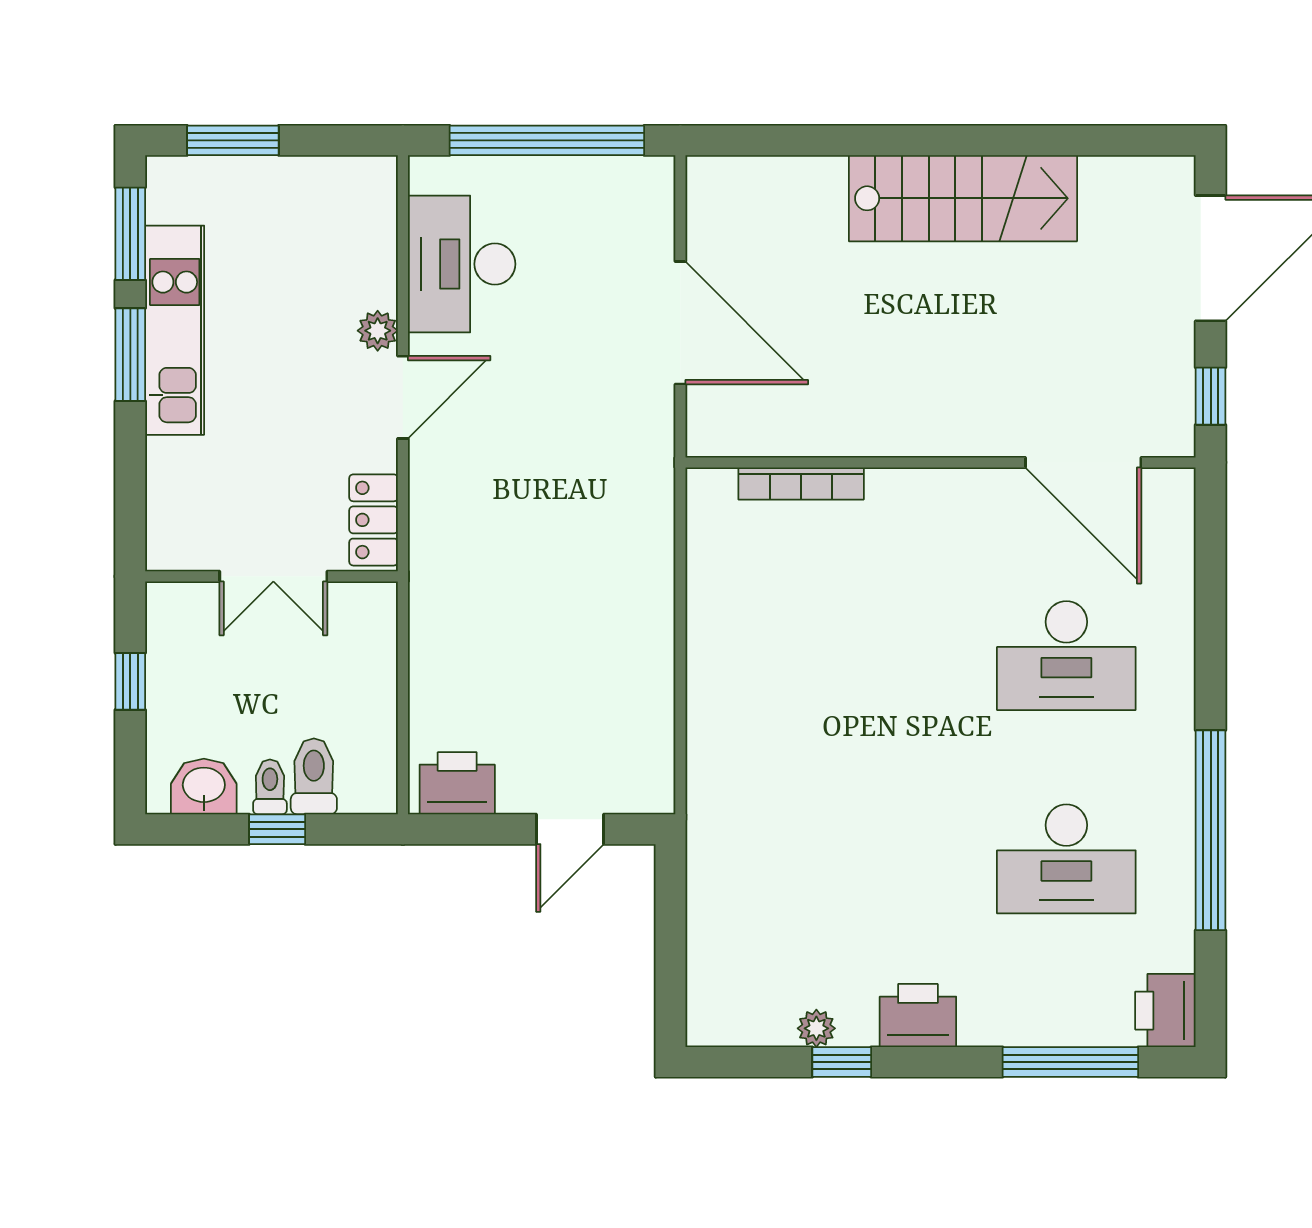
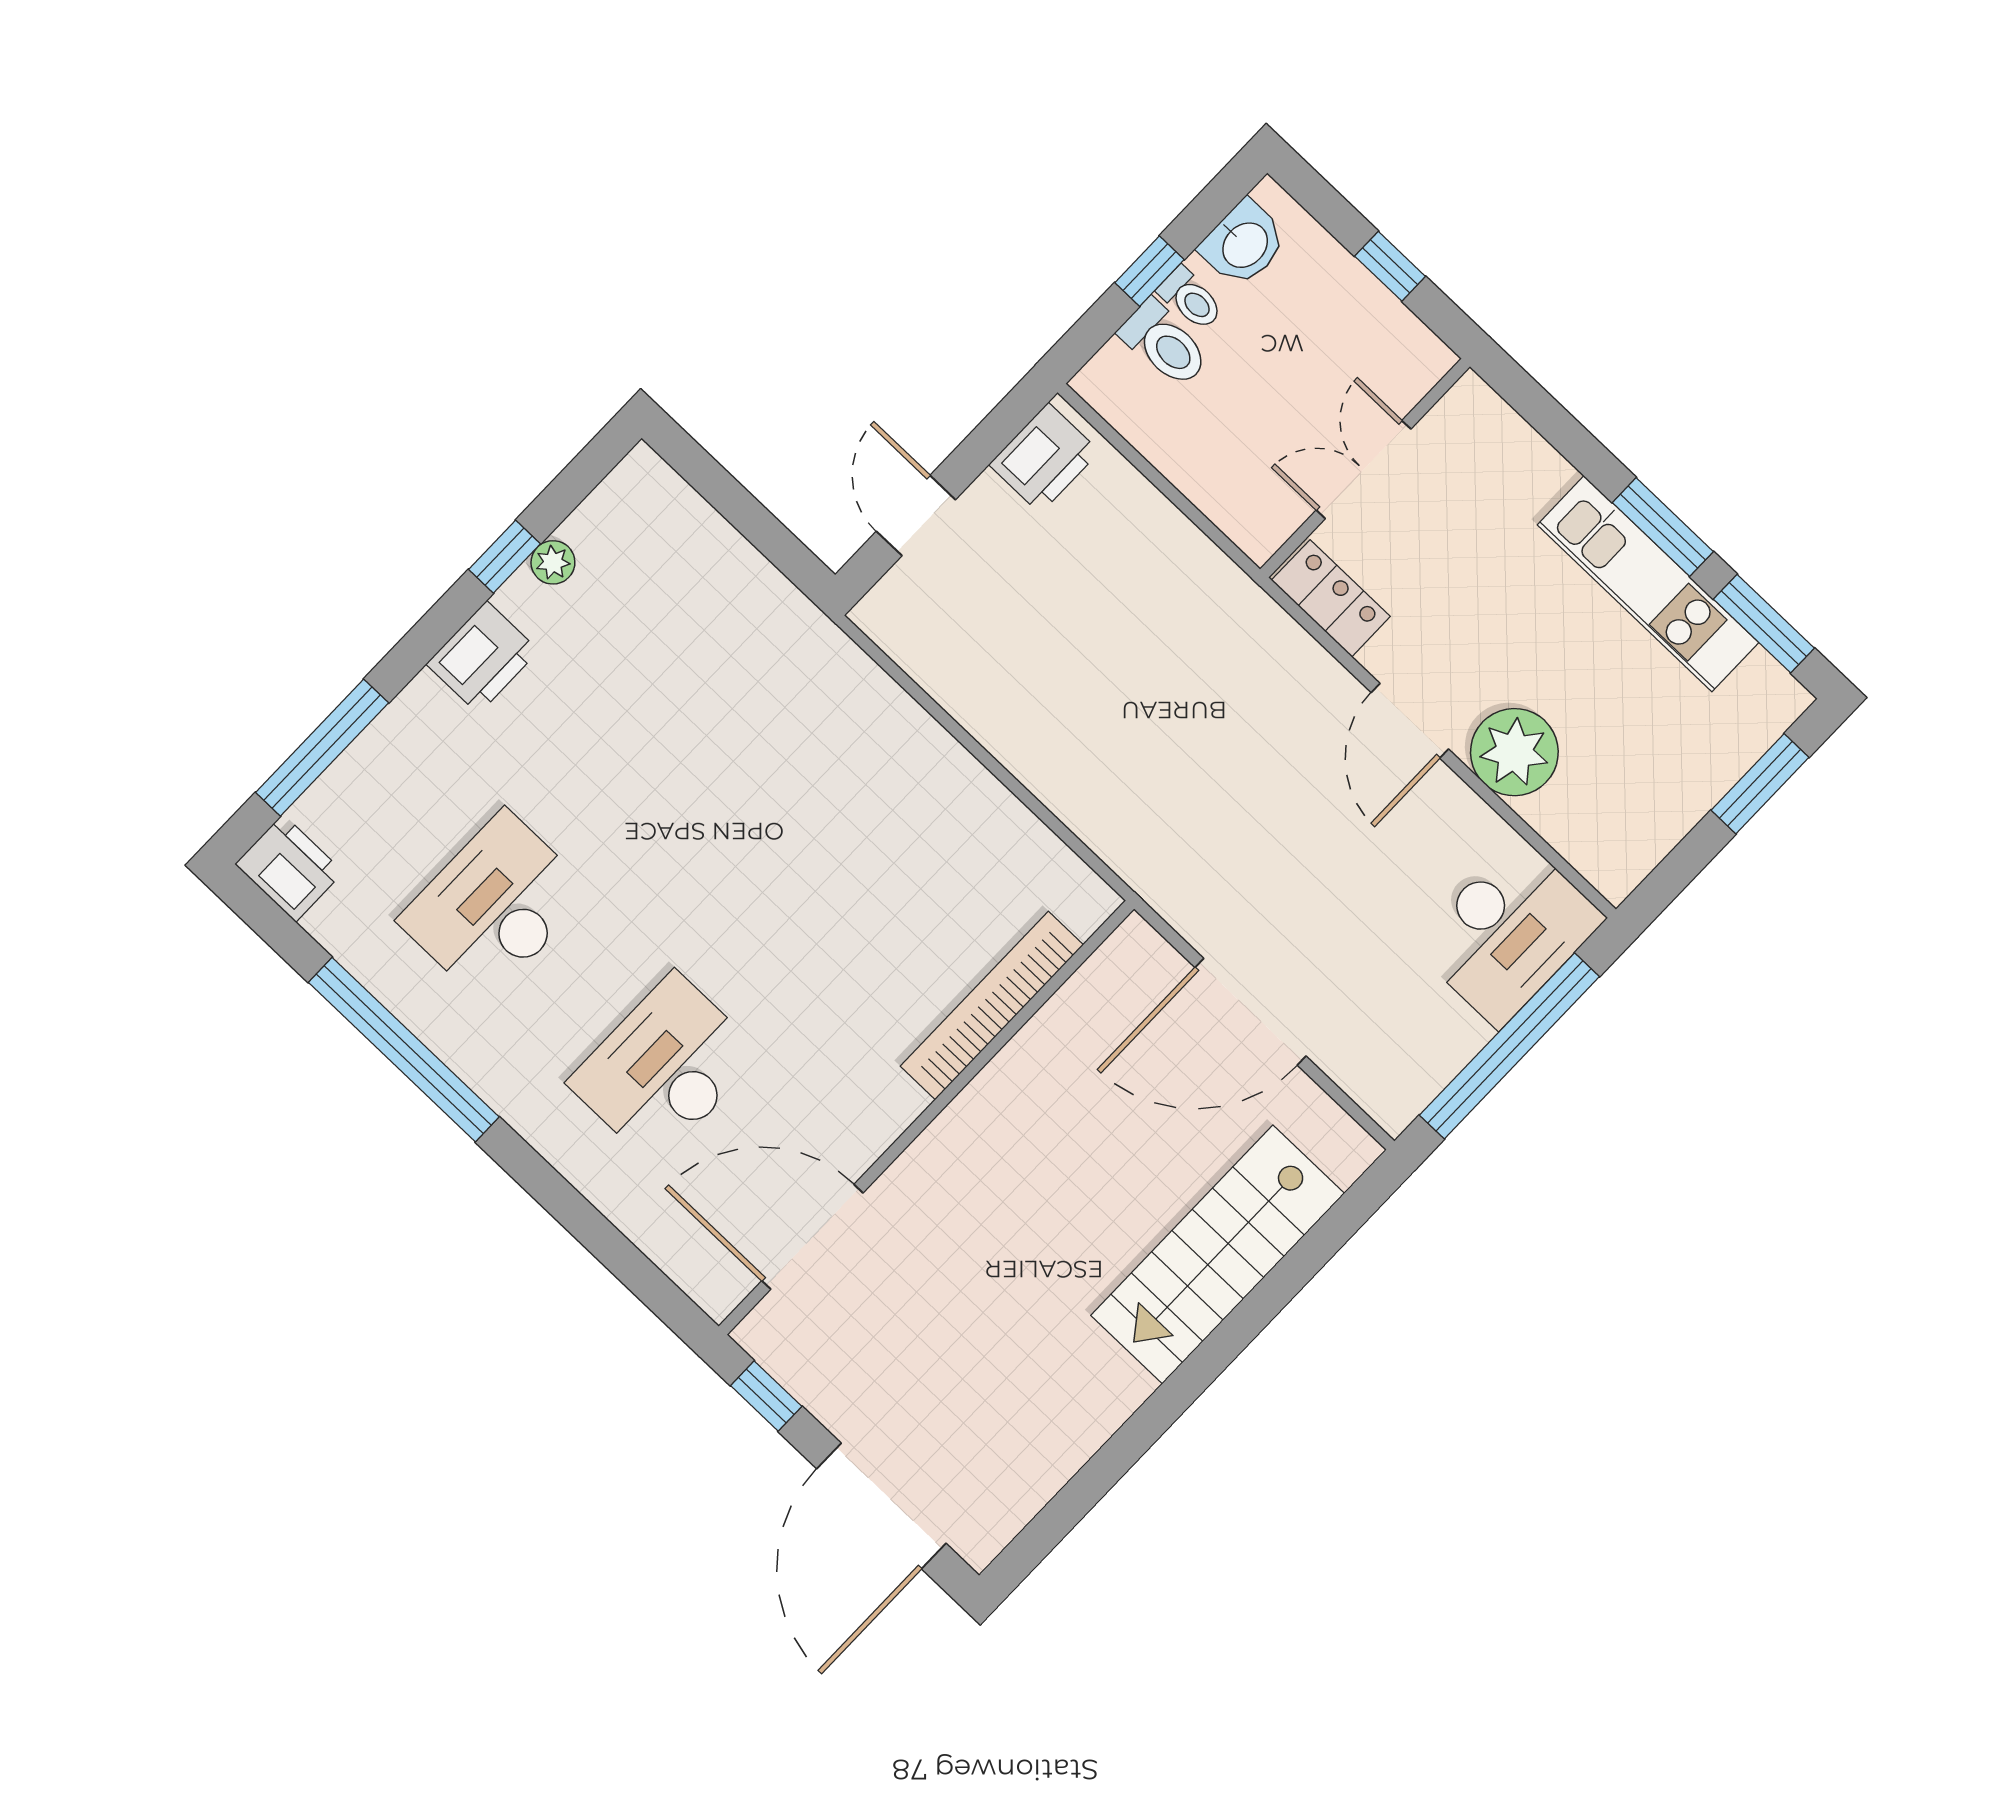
stairs: (963, 198) -> (1218, 1254), moved
desk: (462, 264) -> (1508, 932), moved, turned 90
plant: (378, 331) -> (1514, 752), width x1.88, depth x1.88
bookcase: (801, 483) -> (992, 1006), width x1.48, depth x1.31

